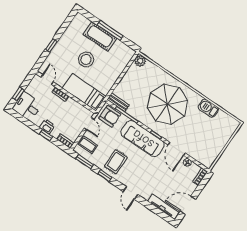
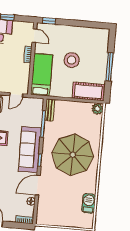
cot: (100, 36) -> (88, 91), moved, turned 90
window: (51, 45) -> (49, 21), moved
door: (47, 80) -> (34, 36), hinge flipped
barbecue: (208, 108) -> (89, 203), moved
armchair: (110, 116) -> (33, 110), removed

